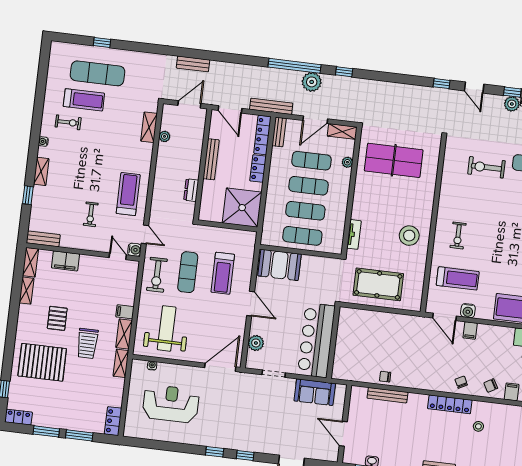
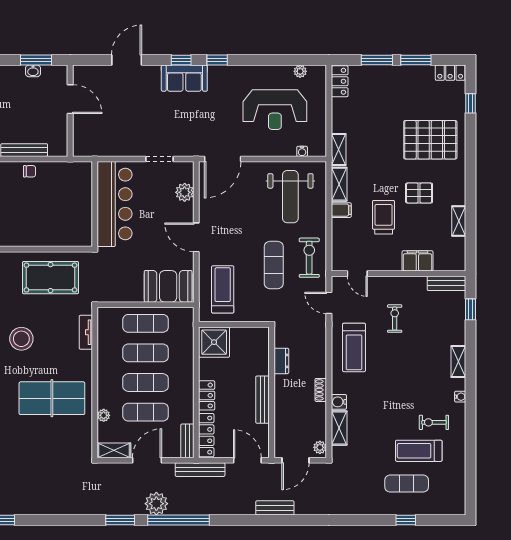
bench: (193, 64) -> (275, 508), moved
window: (344, 72) -> (120, 520), width x1.50
exercise mat: (98, 73) -> (407, 483), width x0.73, depth x0.69
plant: (164, 136) -> (320, 447), moved
table tennis table: (394, 160) -> (52, 398), moved
shoe rack: (161, 161) -> (321, 390), added
window: (28, 195) -> (471, 309), moved
shower: (242, 208) -> (214, 342), width x0.73, depth x0.73
water cooler: (134, 250) -> (339, 402), moved
shelving: (30, 262) -> (458, 254), removed
treadmill: (223, 273) -> (223, 289), moved
pallet: (57, 318) -> (419, 193), turned 90
trolley: (87, 343) -> (384, 217), moved
sofa: (315, 392) -> (184, 78), moved, turned 180
plant: (145, 434) -> (300, 71), added

